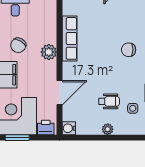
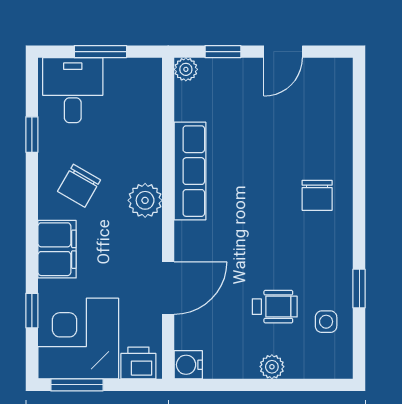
chair: (129, 50) -> (317, 195), turned -90

